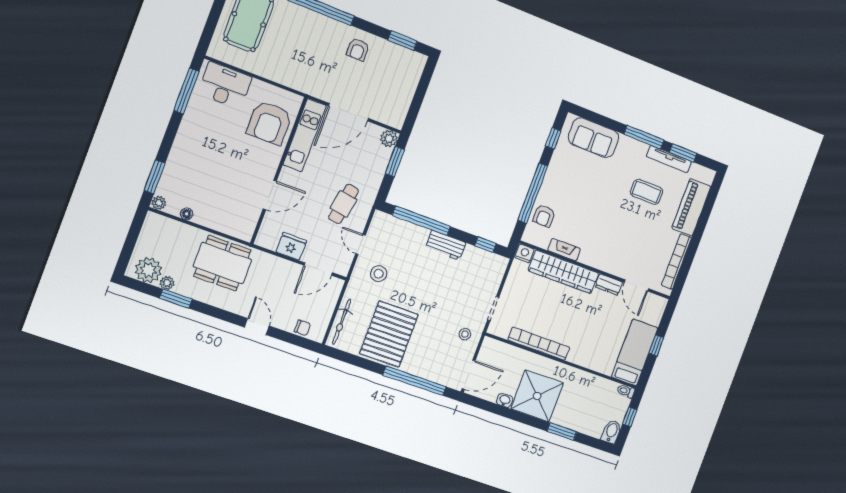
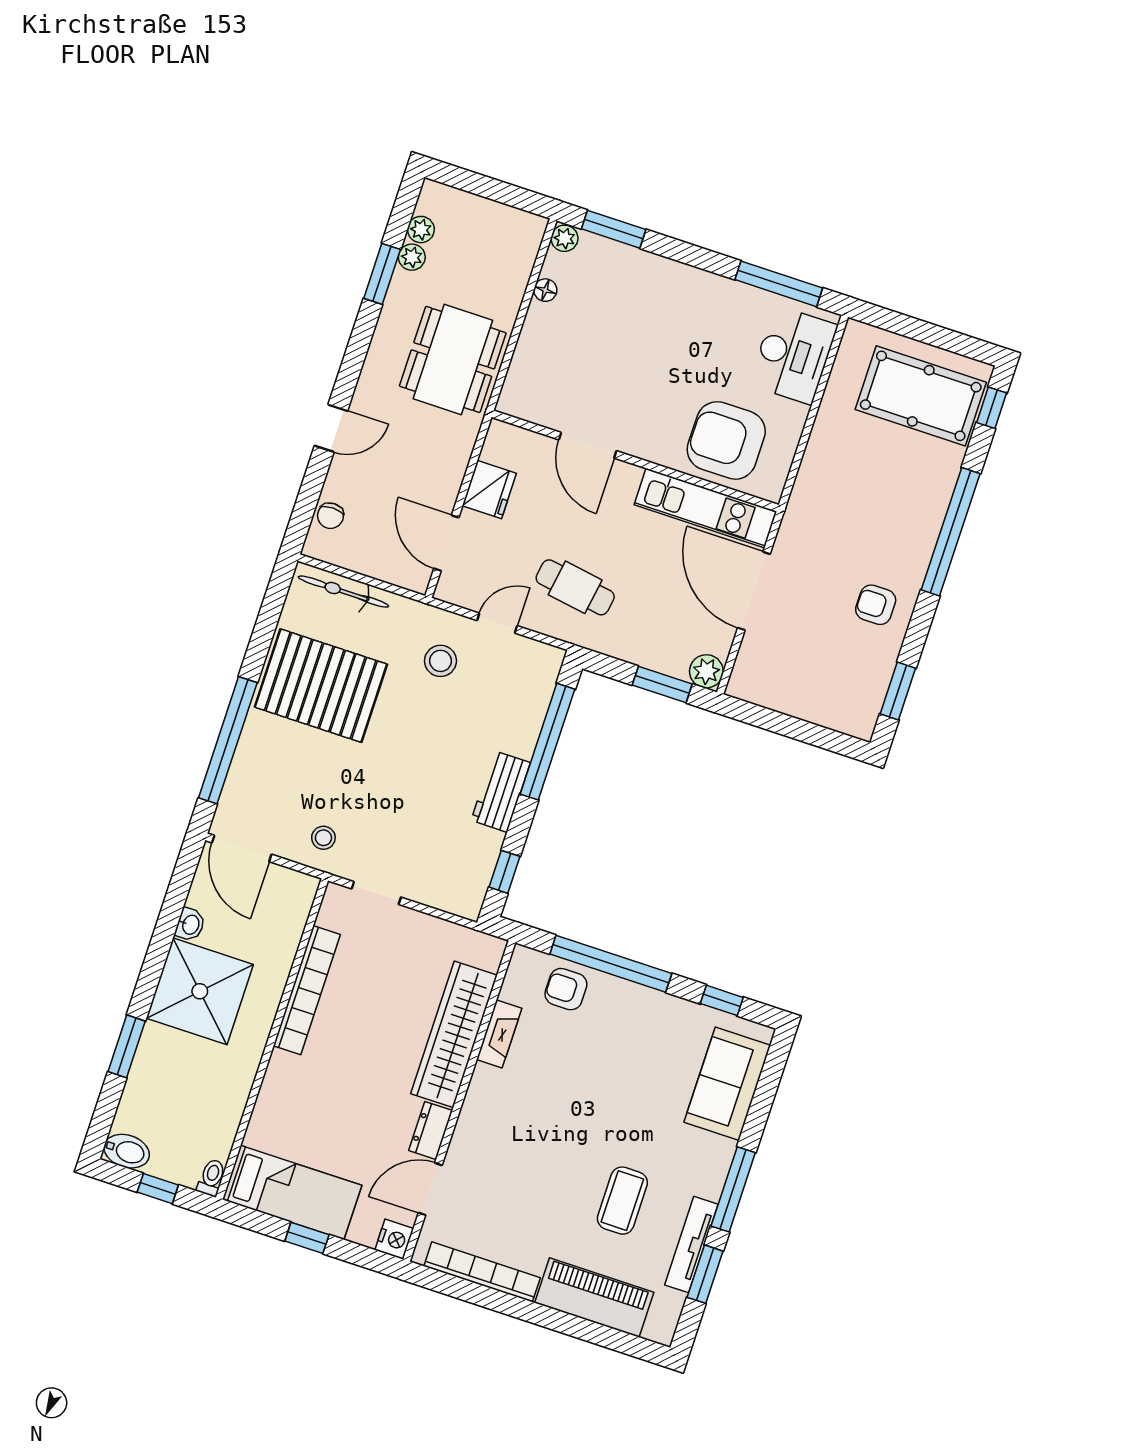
nightstand: (525, 253) -> (394, 1239), moved
plant: (148, 270) -> (421, 230), width x0.53, depth x0.53

